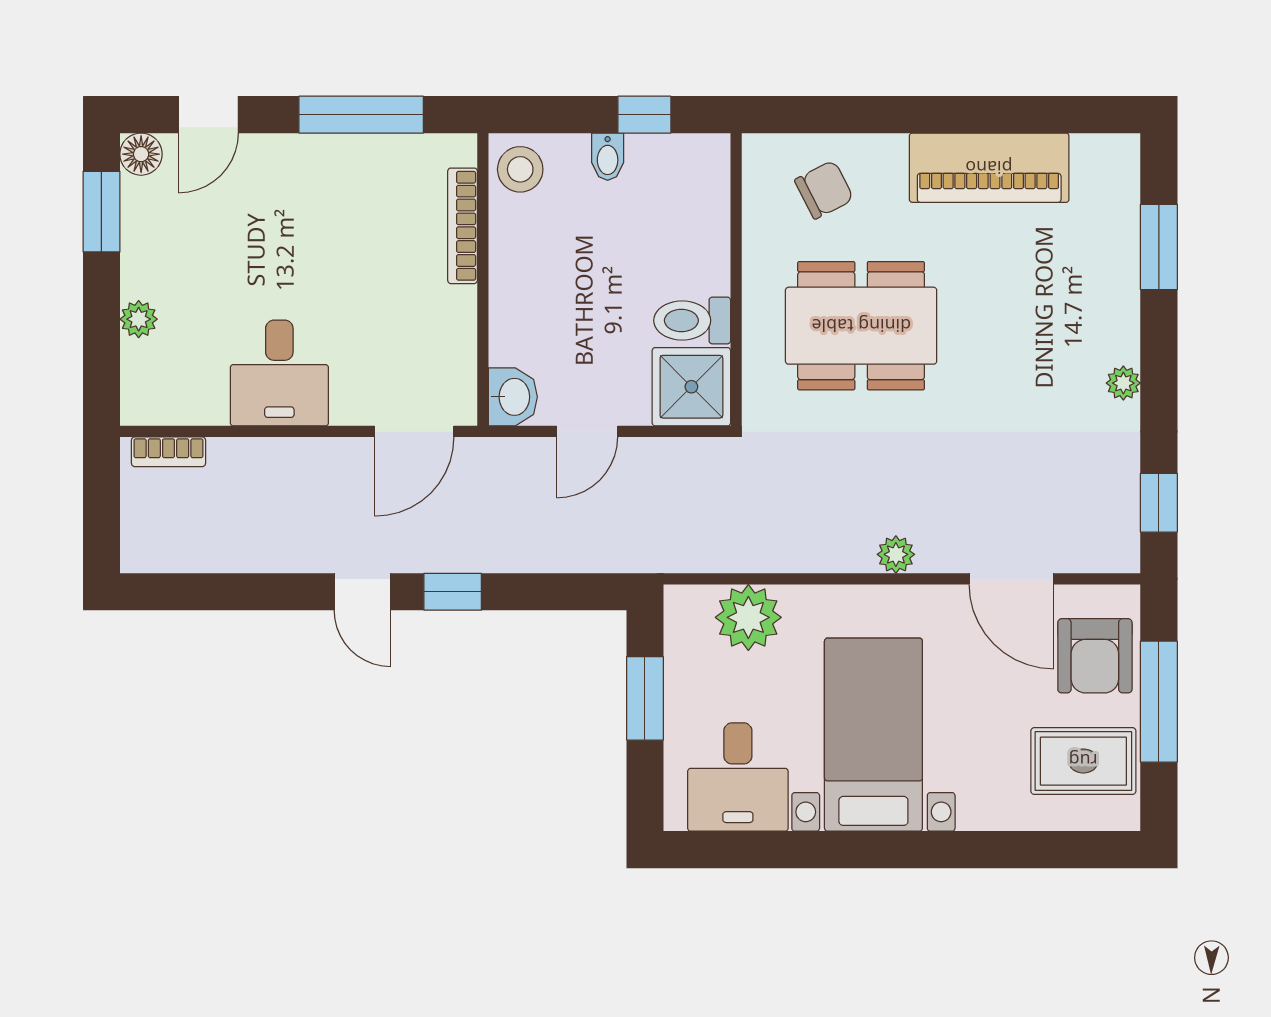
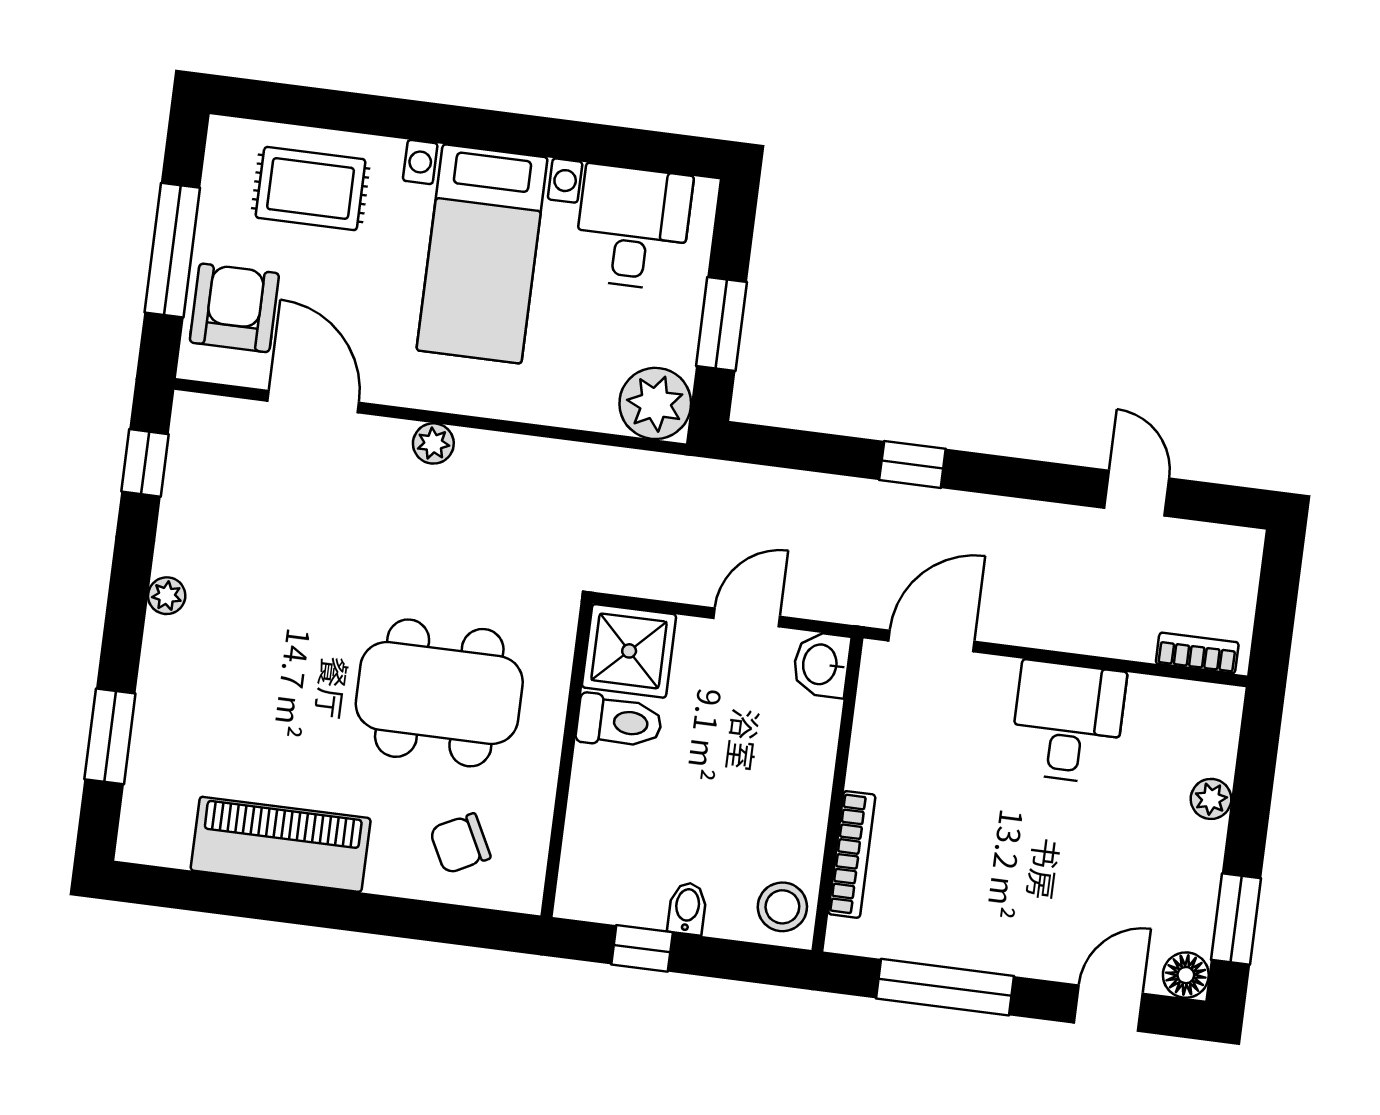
door: (362, 592) -> (1137, 493), moved
plant: (748, 617) -> (655, 403), moved
rug: (1083, 761) -> (311, 189), moved

